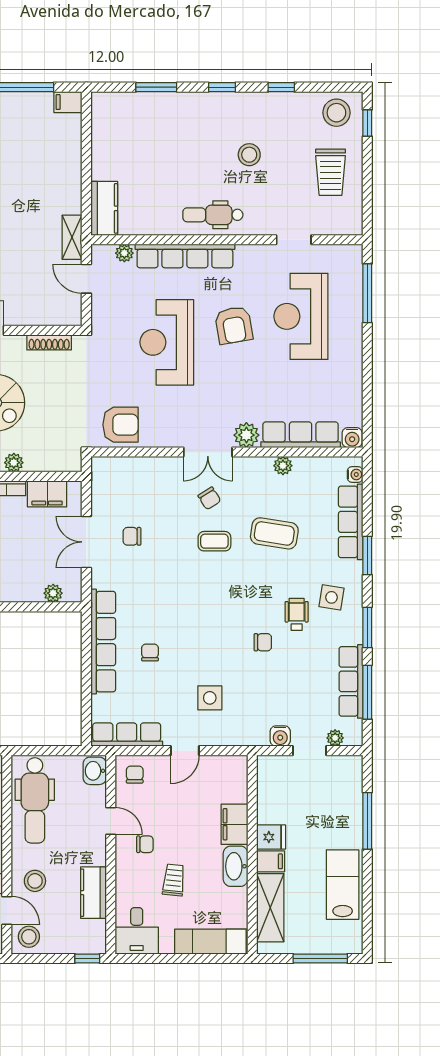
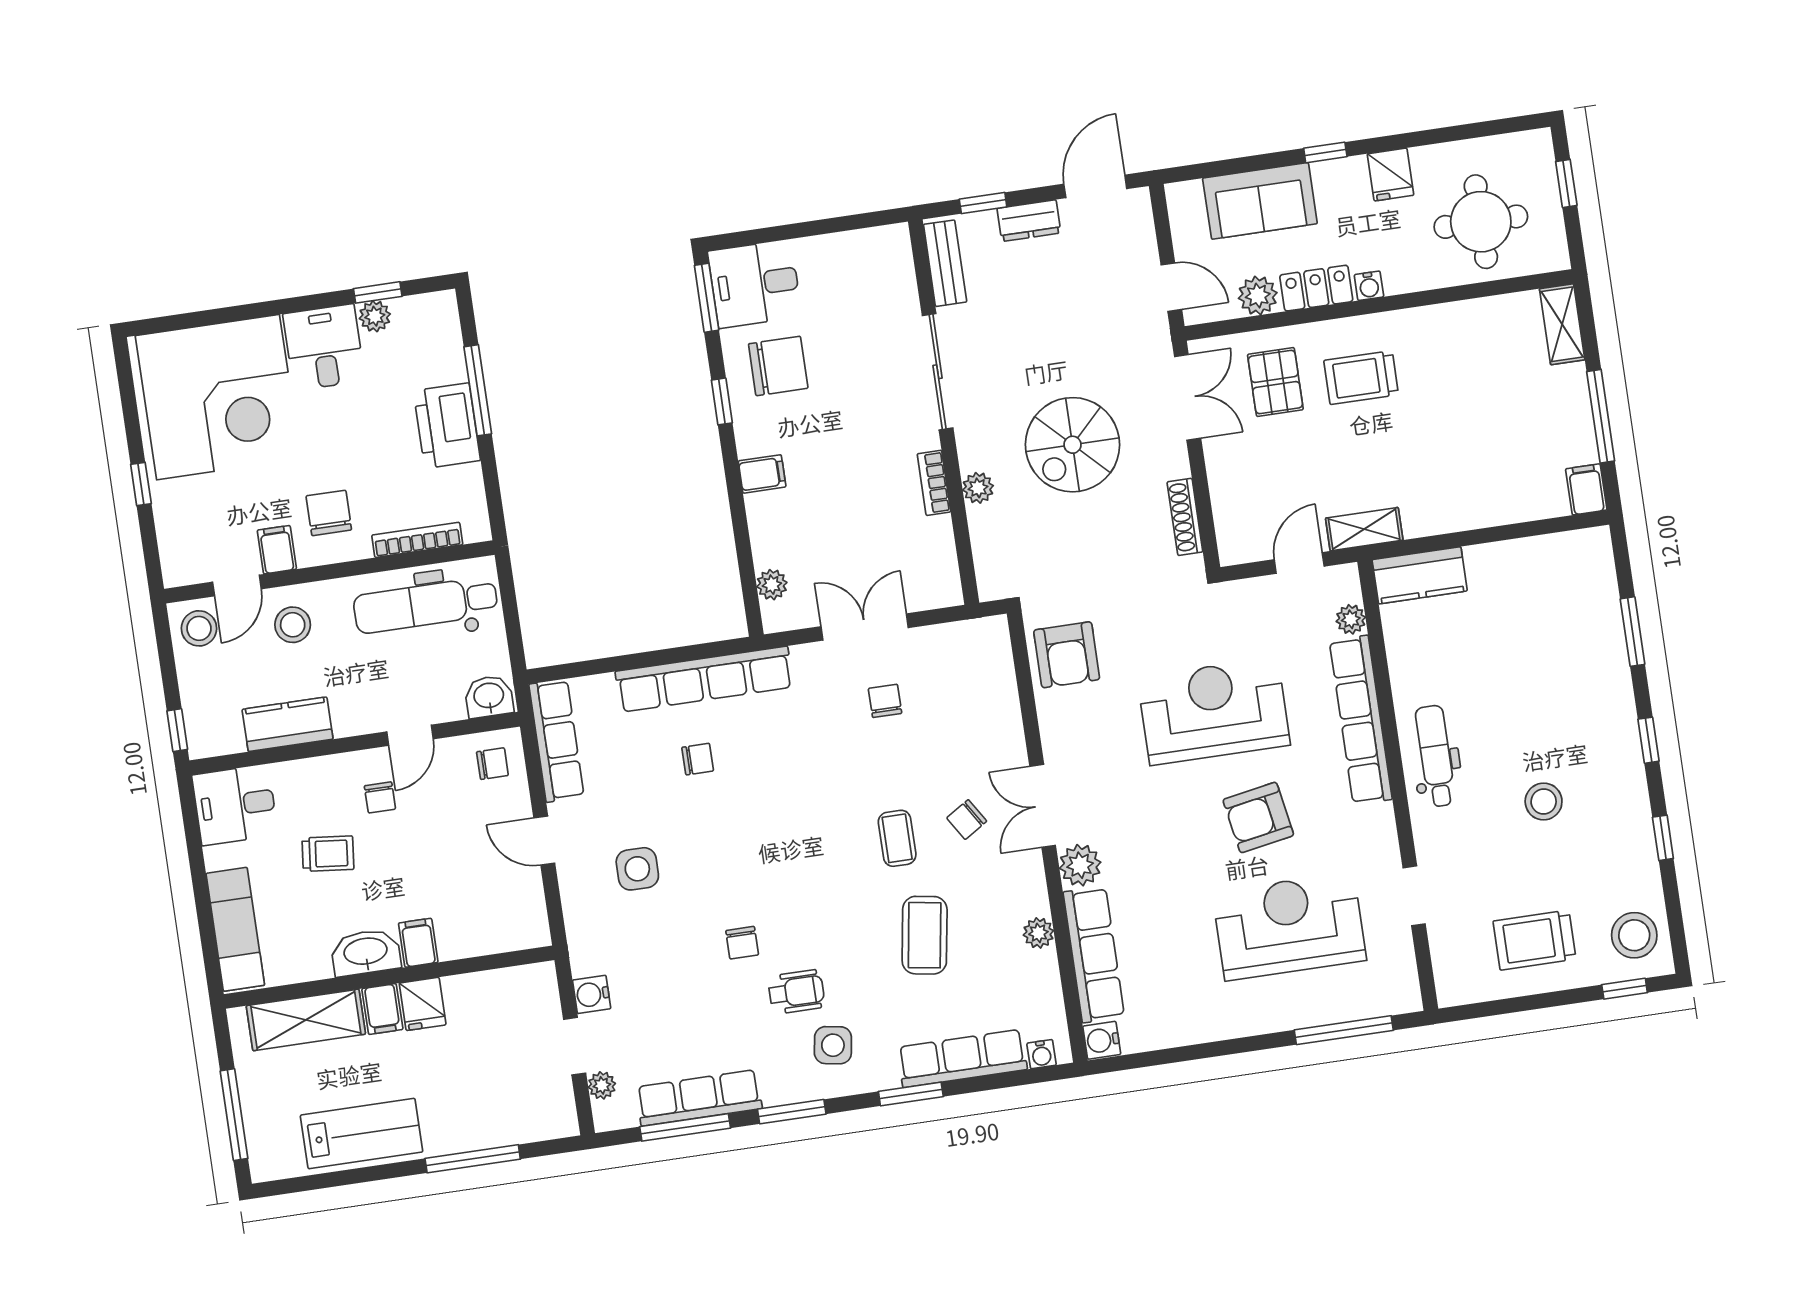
filing cabinet: (47, 494) -> (934, 550), removed
filing cabinet: (234, 824) -> (418, 943), width x0.50

